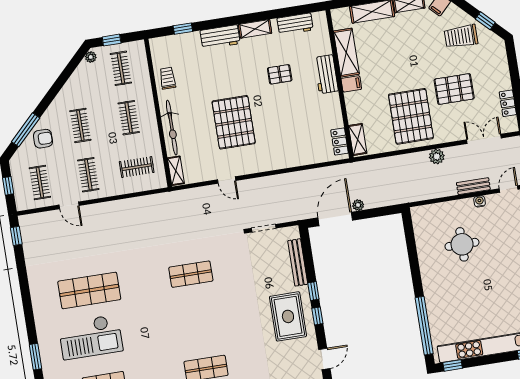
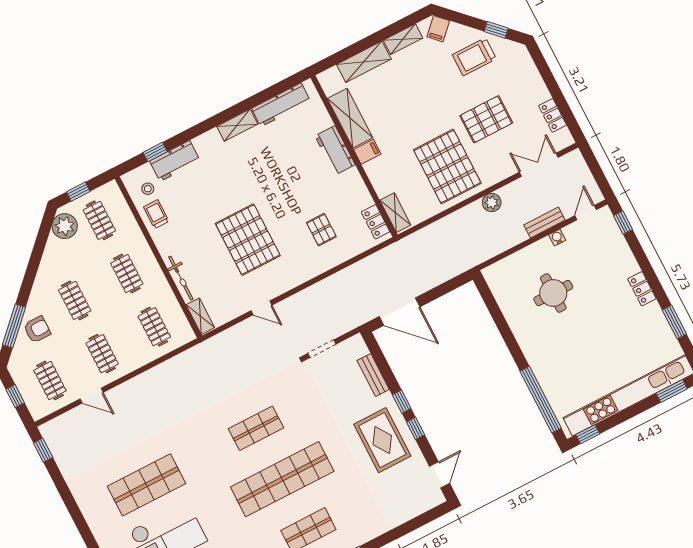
workbench: (295, 24) -> (281, 105), width x1.37
workbench: (220, 37) -> (175, 161), moved
stool: (168, 56) -> (148, 189), added
plant: (91, 57) -> (65, 226), width x1.87, depth x1.87
pallet: (280, 74) -> (321, 230), moved, turned 90
bicycle: (172, 128) -> (181, 278), width x0.73, depth x0.71
clothes rail: (137, 167) -> (154, 327), turned 90
plant: (358, 205) -> (420, 287), removed
door: (335, 219) -> (400, 312), swing flipped
bench: (298, 262) -> (373, 375), width x0.73
shop shelf: (198, 321) -> (282, 479), added

